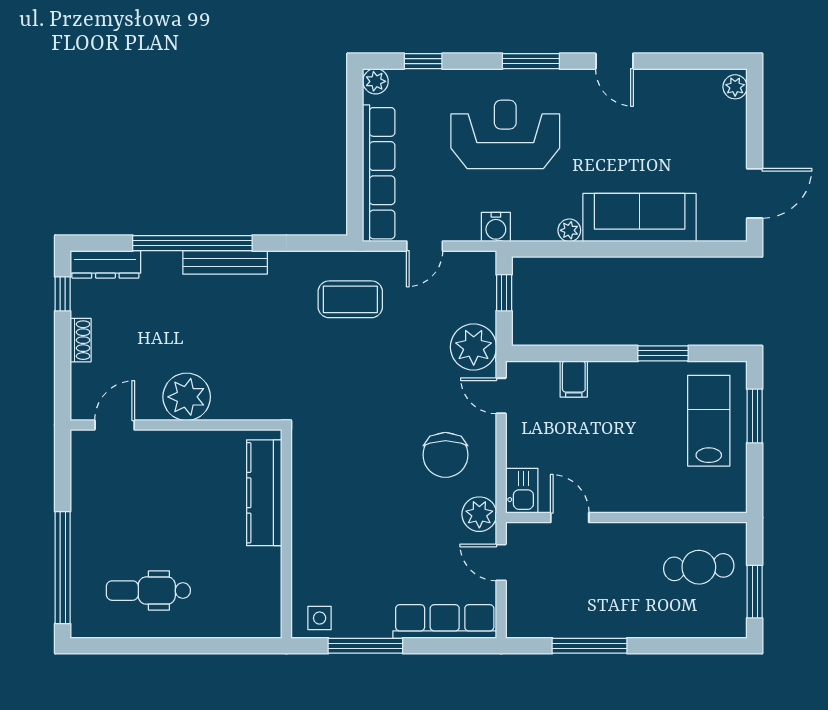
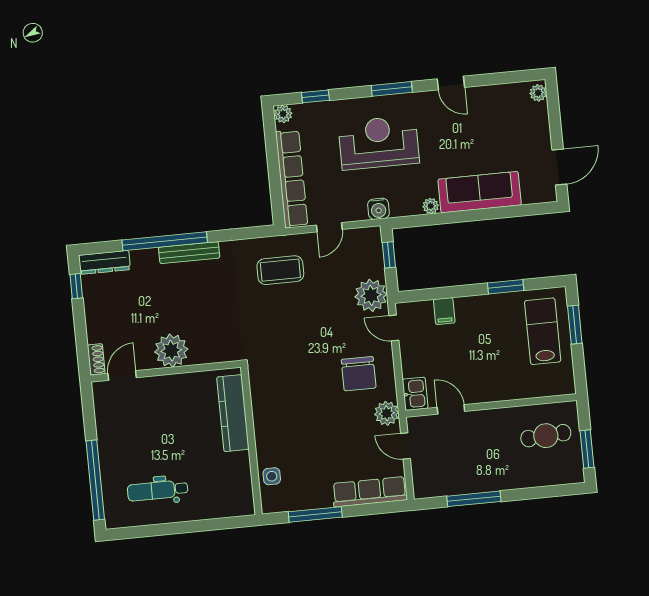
shoe rack: (81, 340) -> (96, 359), moved
side table: (320, 618) -> (272, 476), moved

